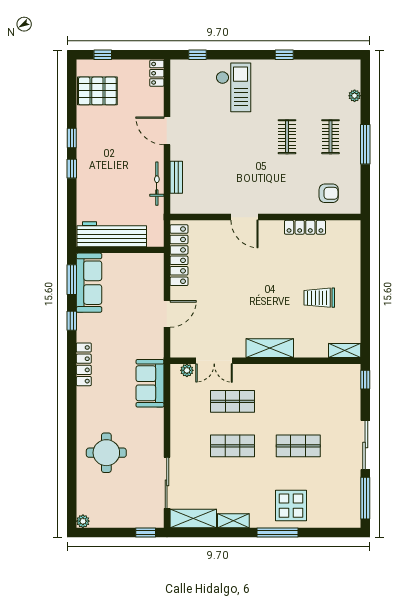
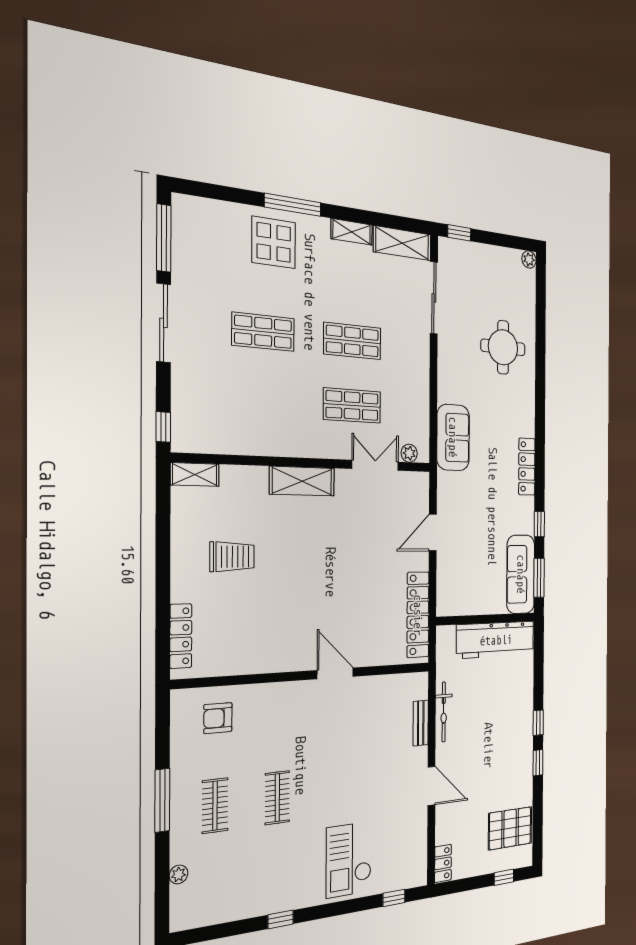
locker: (305, 227) -> (181, 636), moved, turned 90

